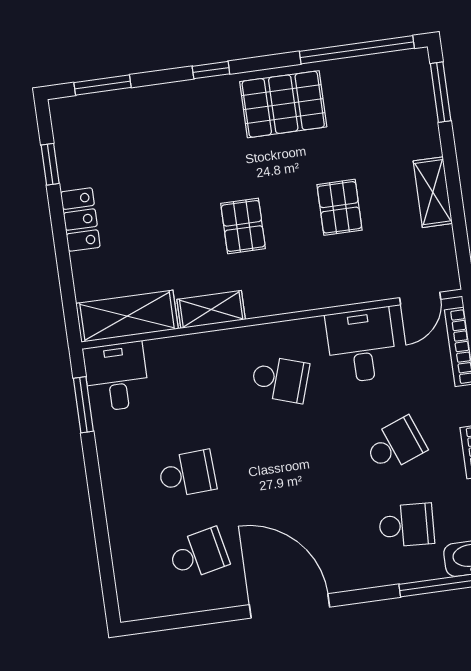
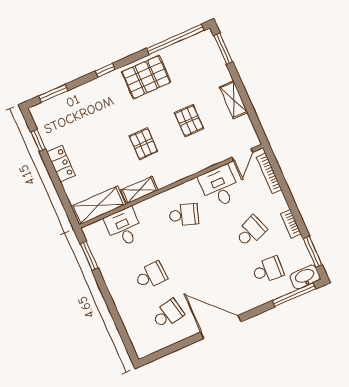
desk: (116, 377) -> (124, 227), moved

